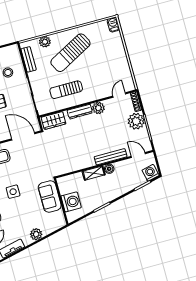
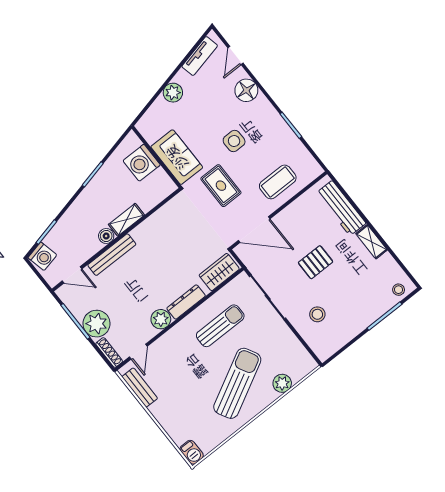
bench: (29, 59) -> (140, 388), moved
rug: (31, 169) -> (221, 186), added

